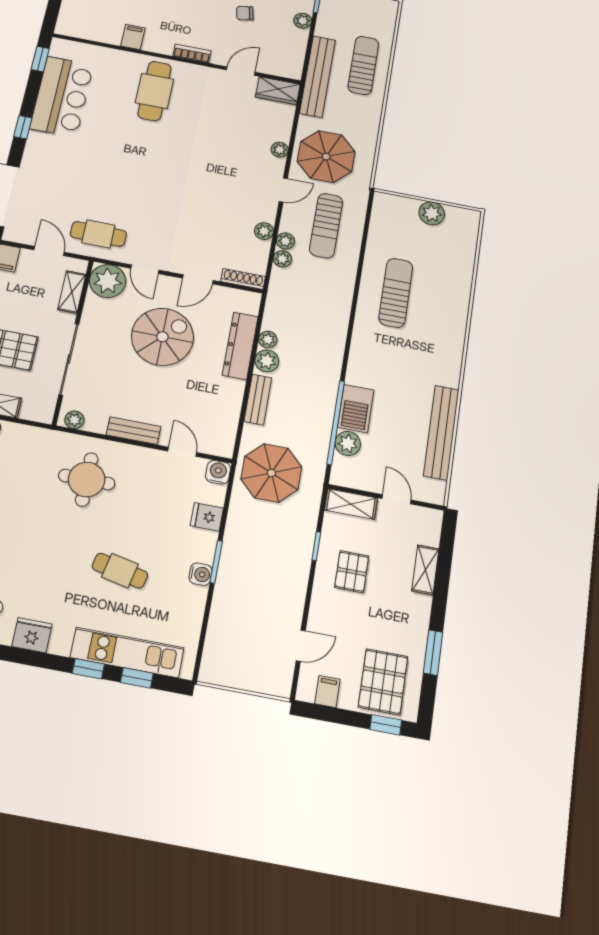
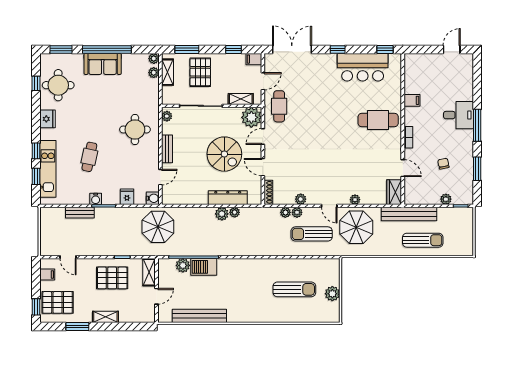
sun lounger: (396, 293) -> (294, 289), moved
bench: (258, 399) -> (80, 213), moved
shelving: (425, 570) -> (105, 317), moved
pallet: (352, 572) -> (112, 278), width x1.50, depth x1.42

